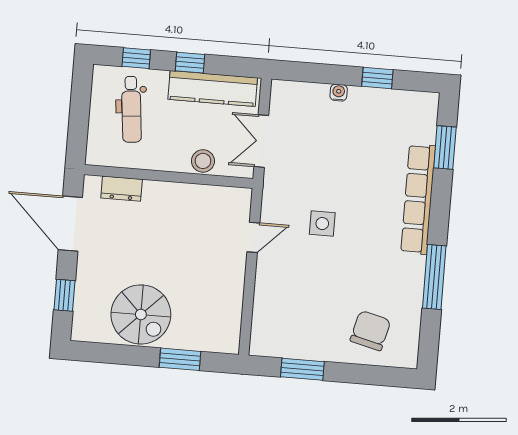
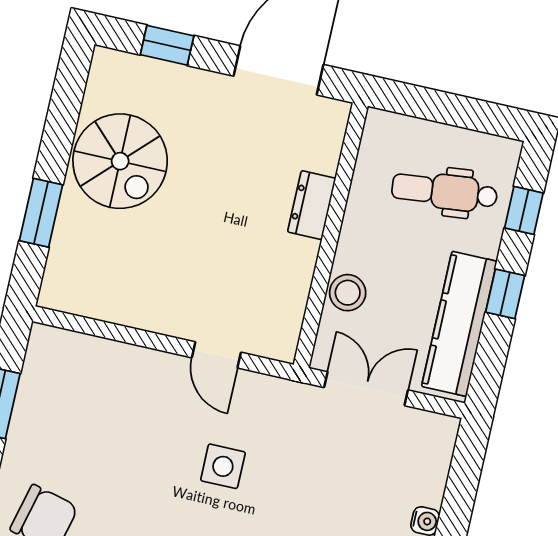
dresser: (122, 189) -> (312, 205), moved
spiral stairs: (141, 314) -> (120, 161), turned -90

